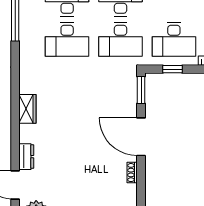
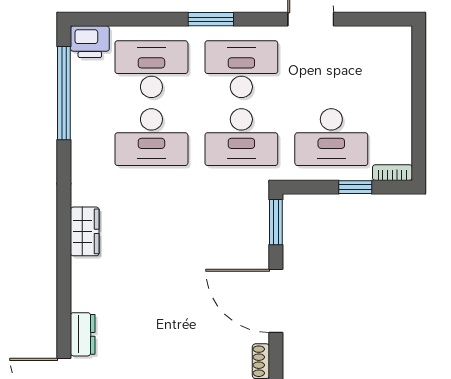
window: (173, 69) -> (355, 187), moved
wardrobe: (27, 109) -> (85, 231), moved

